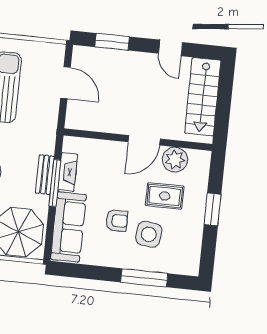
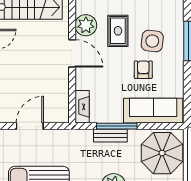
fireplace: (68, 172) -> (82, 107), moved, turned 90

